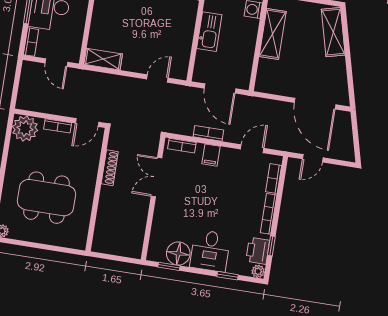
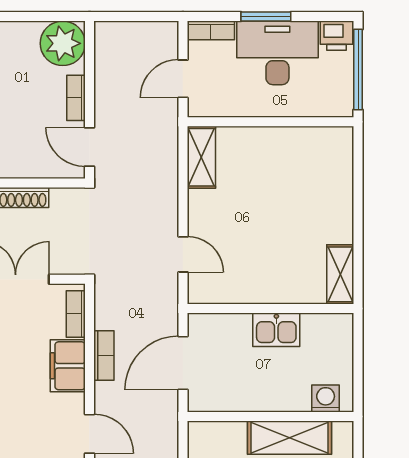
kitchen sink: (209, 32) -> (276, 330), width x0.73
filing cabinet: (211, 155) -> (68, 366), width x2.00

